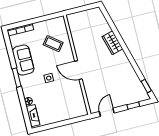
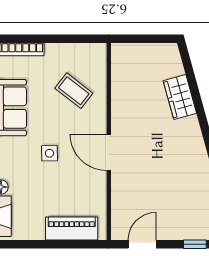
wardrobe: (112, 43) -> (180, 97), moved
piano: (69, 113) -> (72, 229), added

